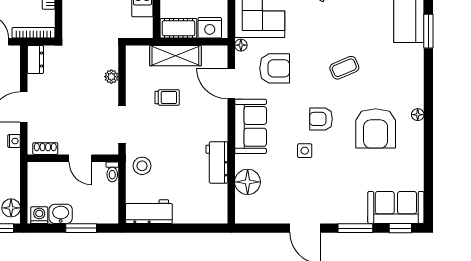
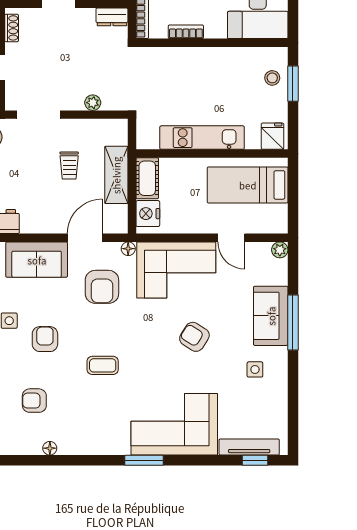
coffee table: (344, 68) -> (103, 365), turned -67
armchair: (376, 128) -> (34, 401), width x0.53, depth x0.53

